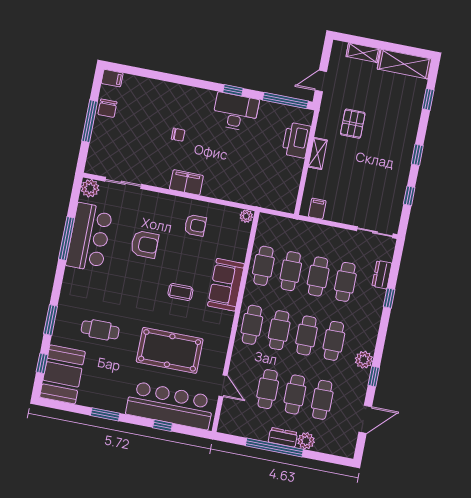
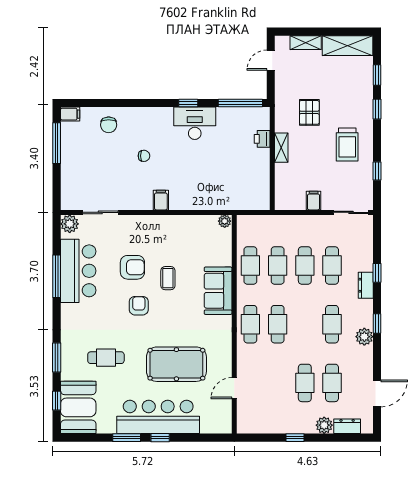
door: (321, 81) -> (271, 60), moved
chair: (107, 108) -> (109, 125), moved
window: (90, 121) -> (57, 143), moved
printer: (296, 140) -> (262, 139), width x0.53, depth x0.68
window: (417, 155) -> (377, 109), moved
trolley: (384, 163) -> (347, 145), added
filing cabinet: (186, 182) -> (161, 200), width x0.50
filing cabinet: (317, 209) -> (314, 201), moved
armchair: (195, 225) -> (139, 306), moved, turned -90
dresser: (382, 275) -> (366, 285), moved
coffee table: (180, 292) -> (168, 278), moved, turned 90
cafe table: (307, 335) -> (305, 324), removed
window: (374, 376) -> (377, 324), moved
door: (223, 386) -> (234, 388), swing flipped
cafe table: (268, 389) -> (278, 383), removed
bar counter: (170, 405) -> (158, 417), moved
window: (163, 426) -> (160, 438), moved
dresser: (283, 437) -> (347, 426), moved
window: (274, 447) -> (295, 438), width x0.32

